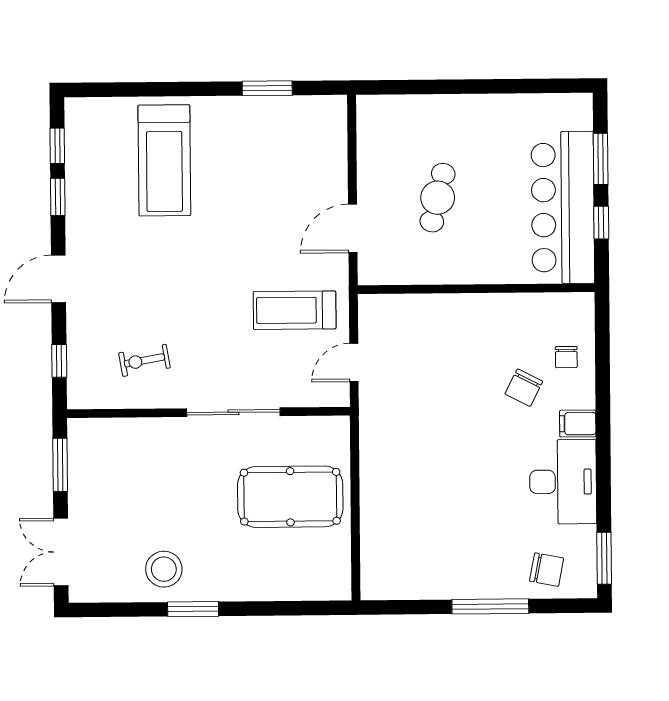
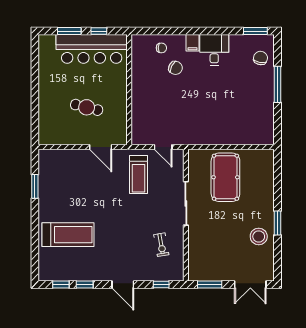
desk: (563, 482) -> (214, 50), width x0.73

